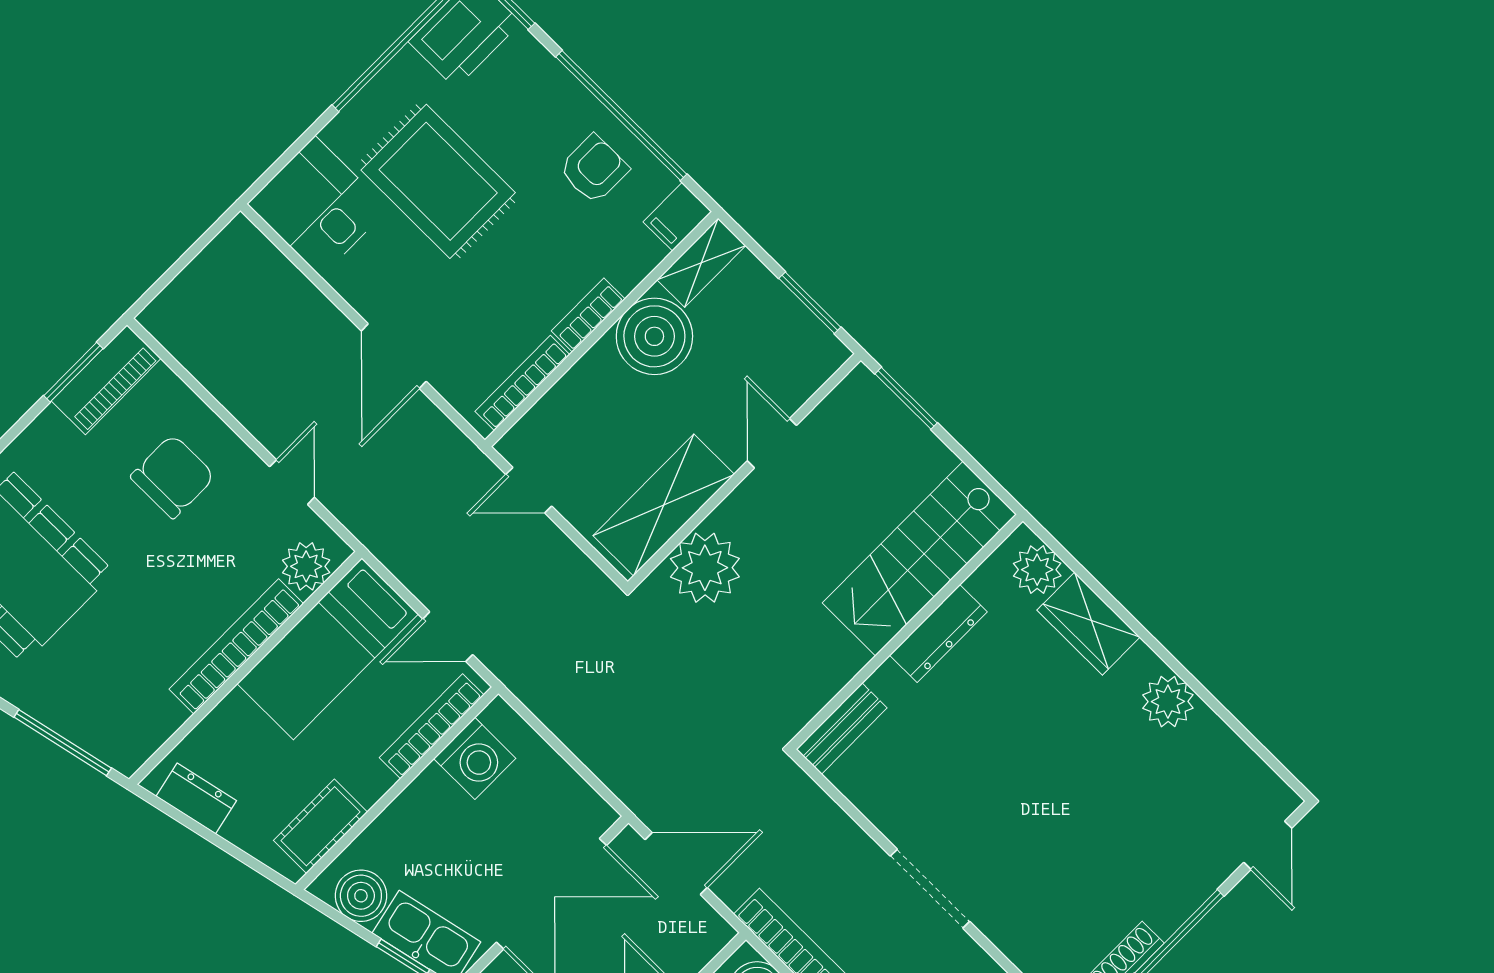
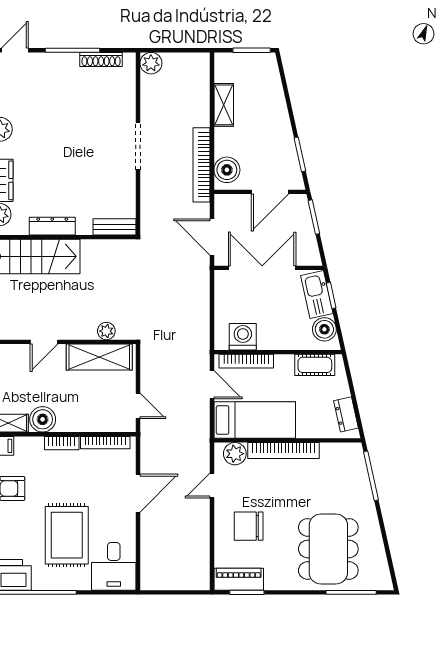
boiler: (654, 336) -> (43, 419), width x0.73, depth x0.73
plant: (705, 568) -> (106, 331), width x0.53, depth x0.53

